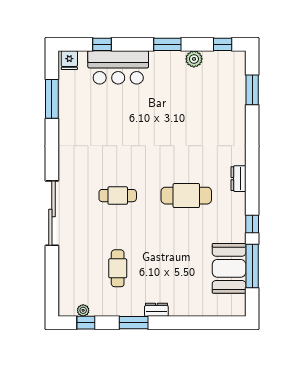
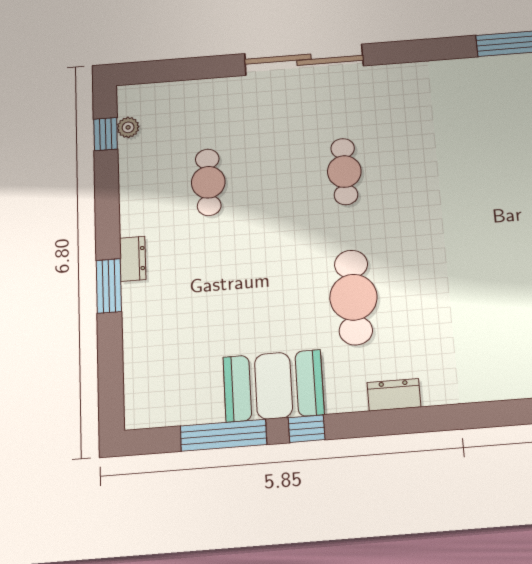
cafe table: (118, 268) -> (208, 182), turned 90
booth: (229, 268) -> (273, 386), moved
window: (134, 323) -> (109, 286), moved

